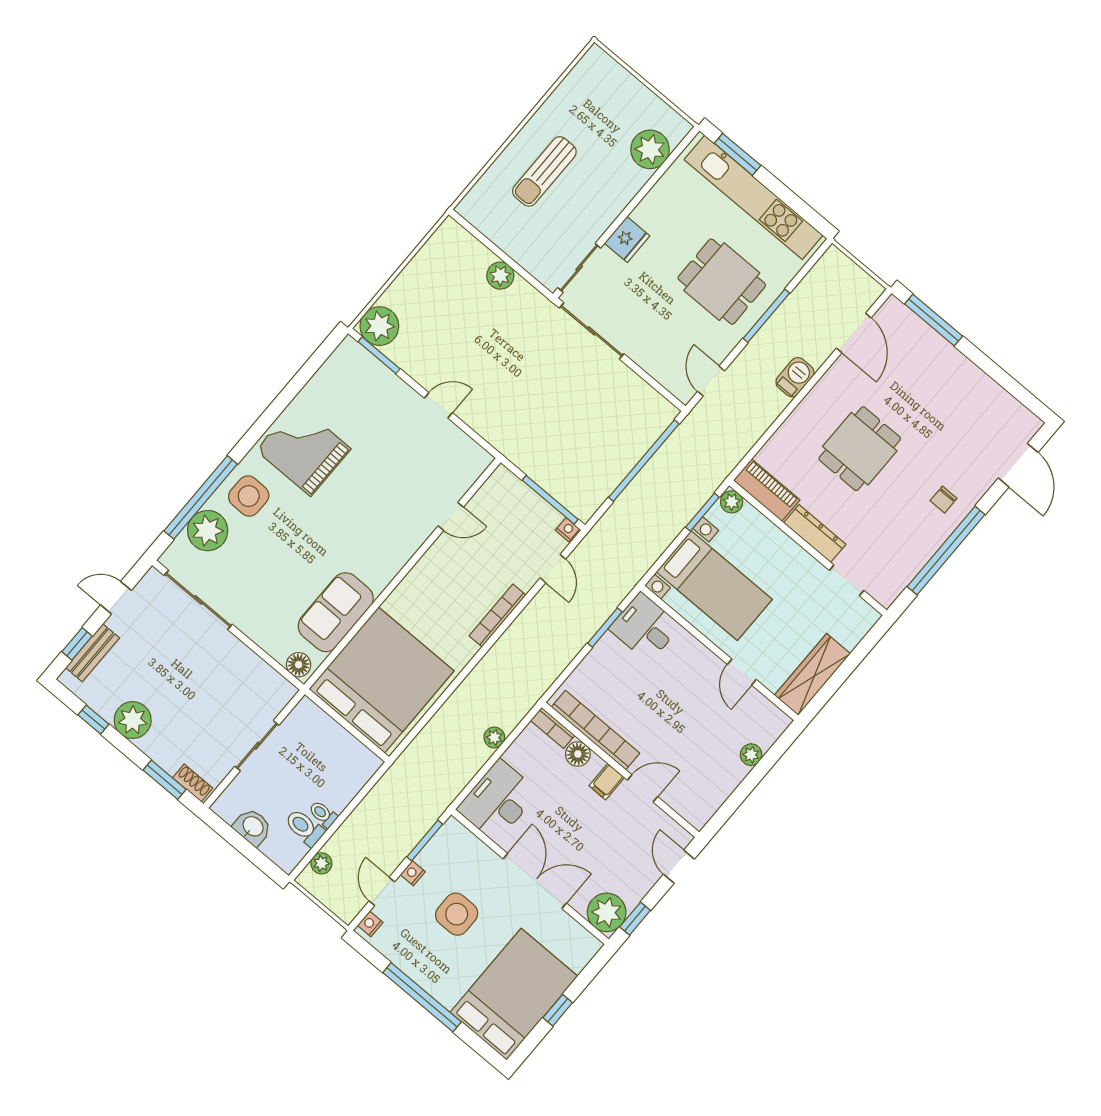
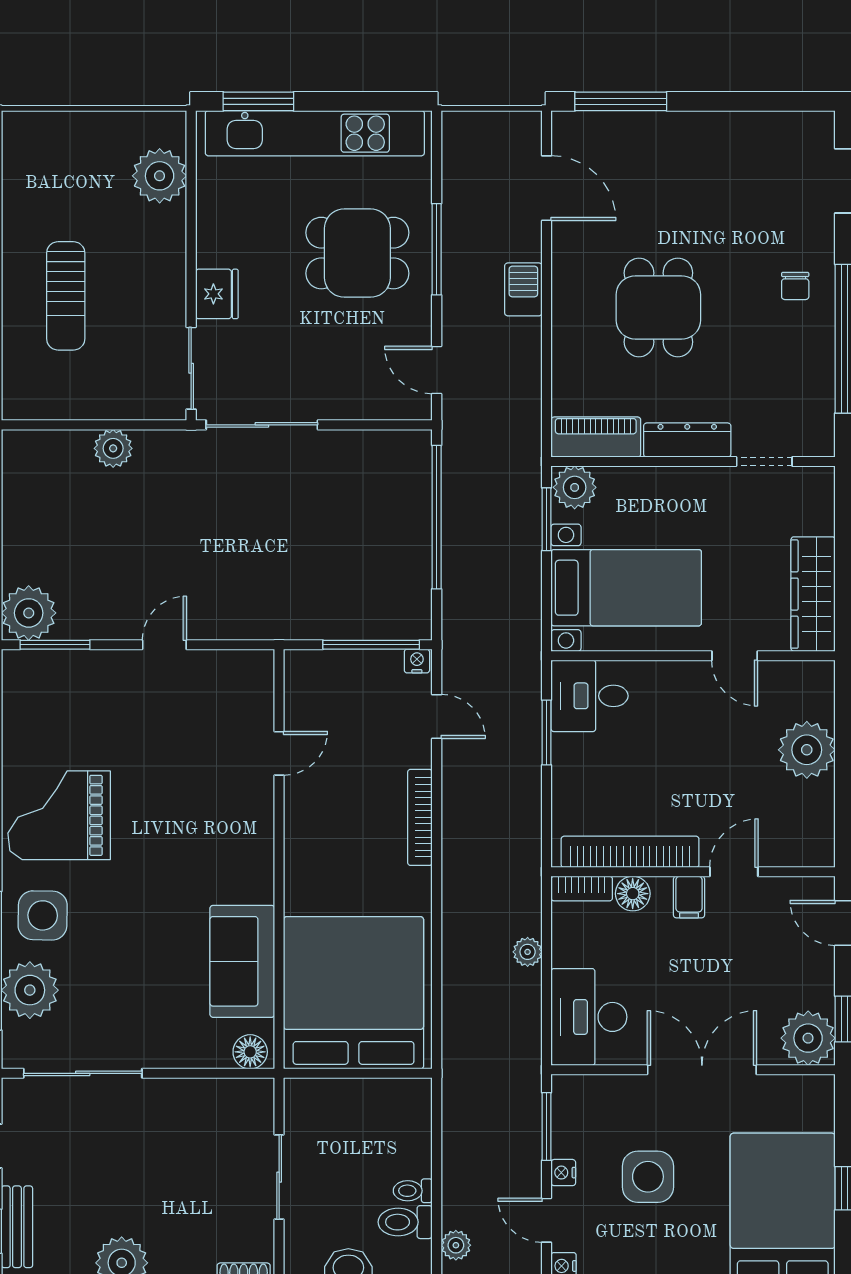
plant: (732, 502) -> (575, 487), width x1.38, depth x1.38
plant: (751, 755) -> (807, 750), width x1.88, depth x1.88

